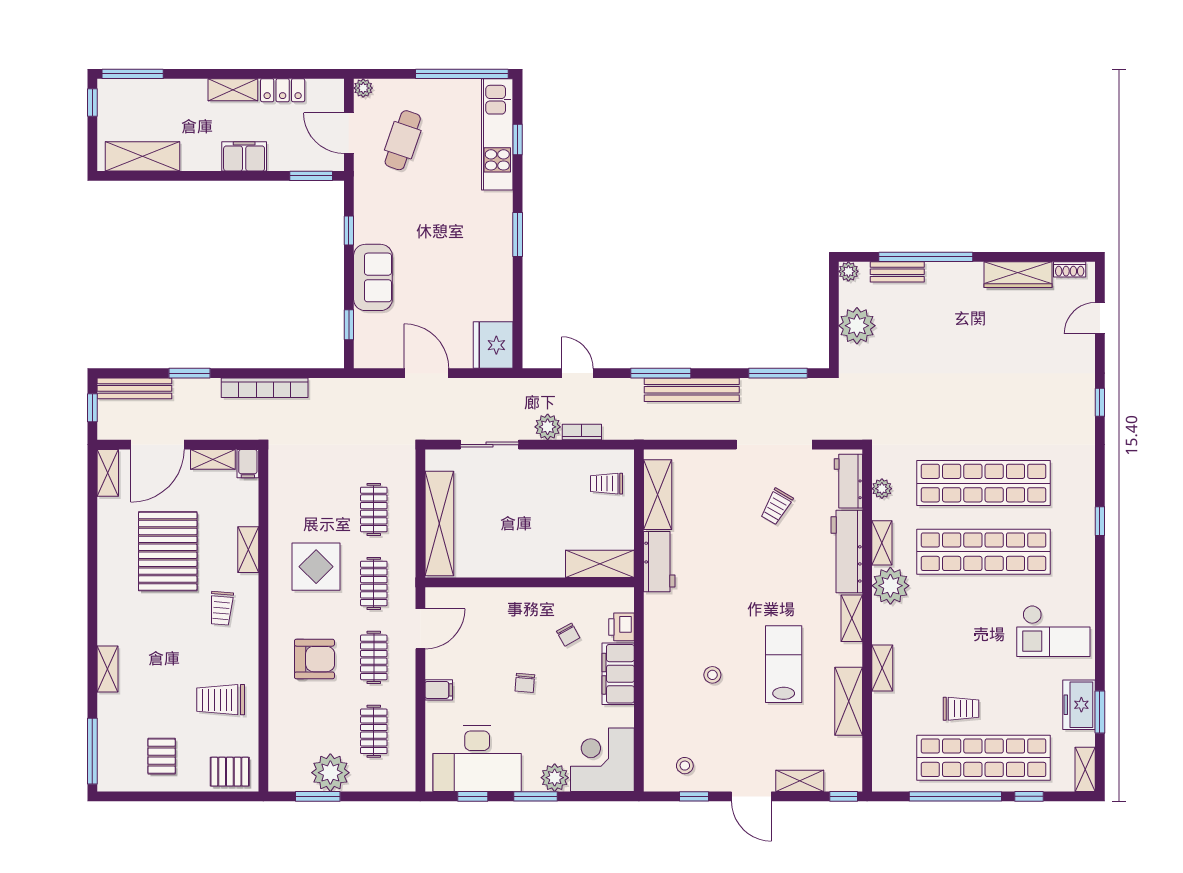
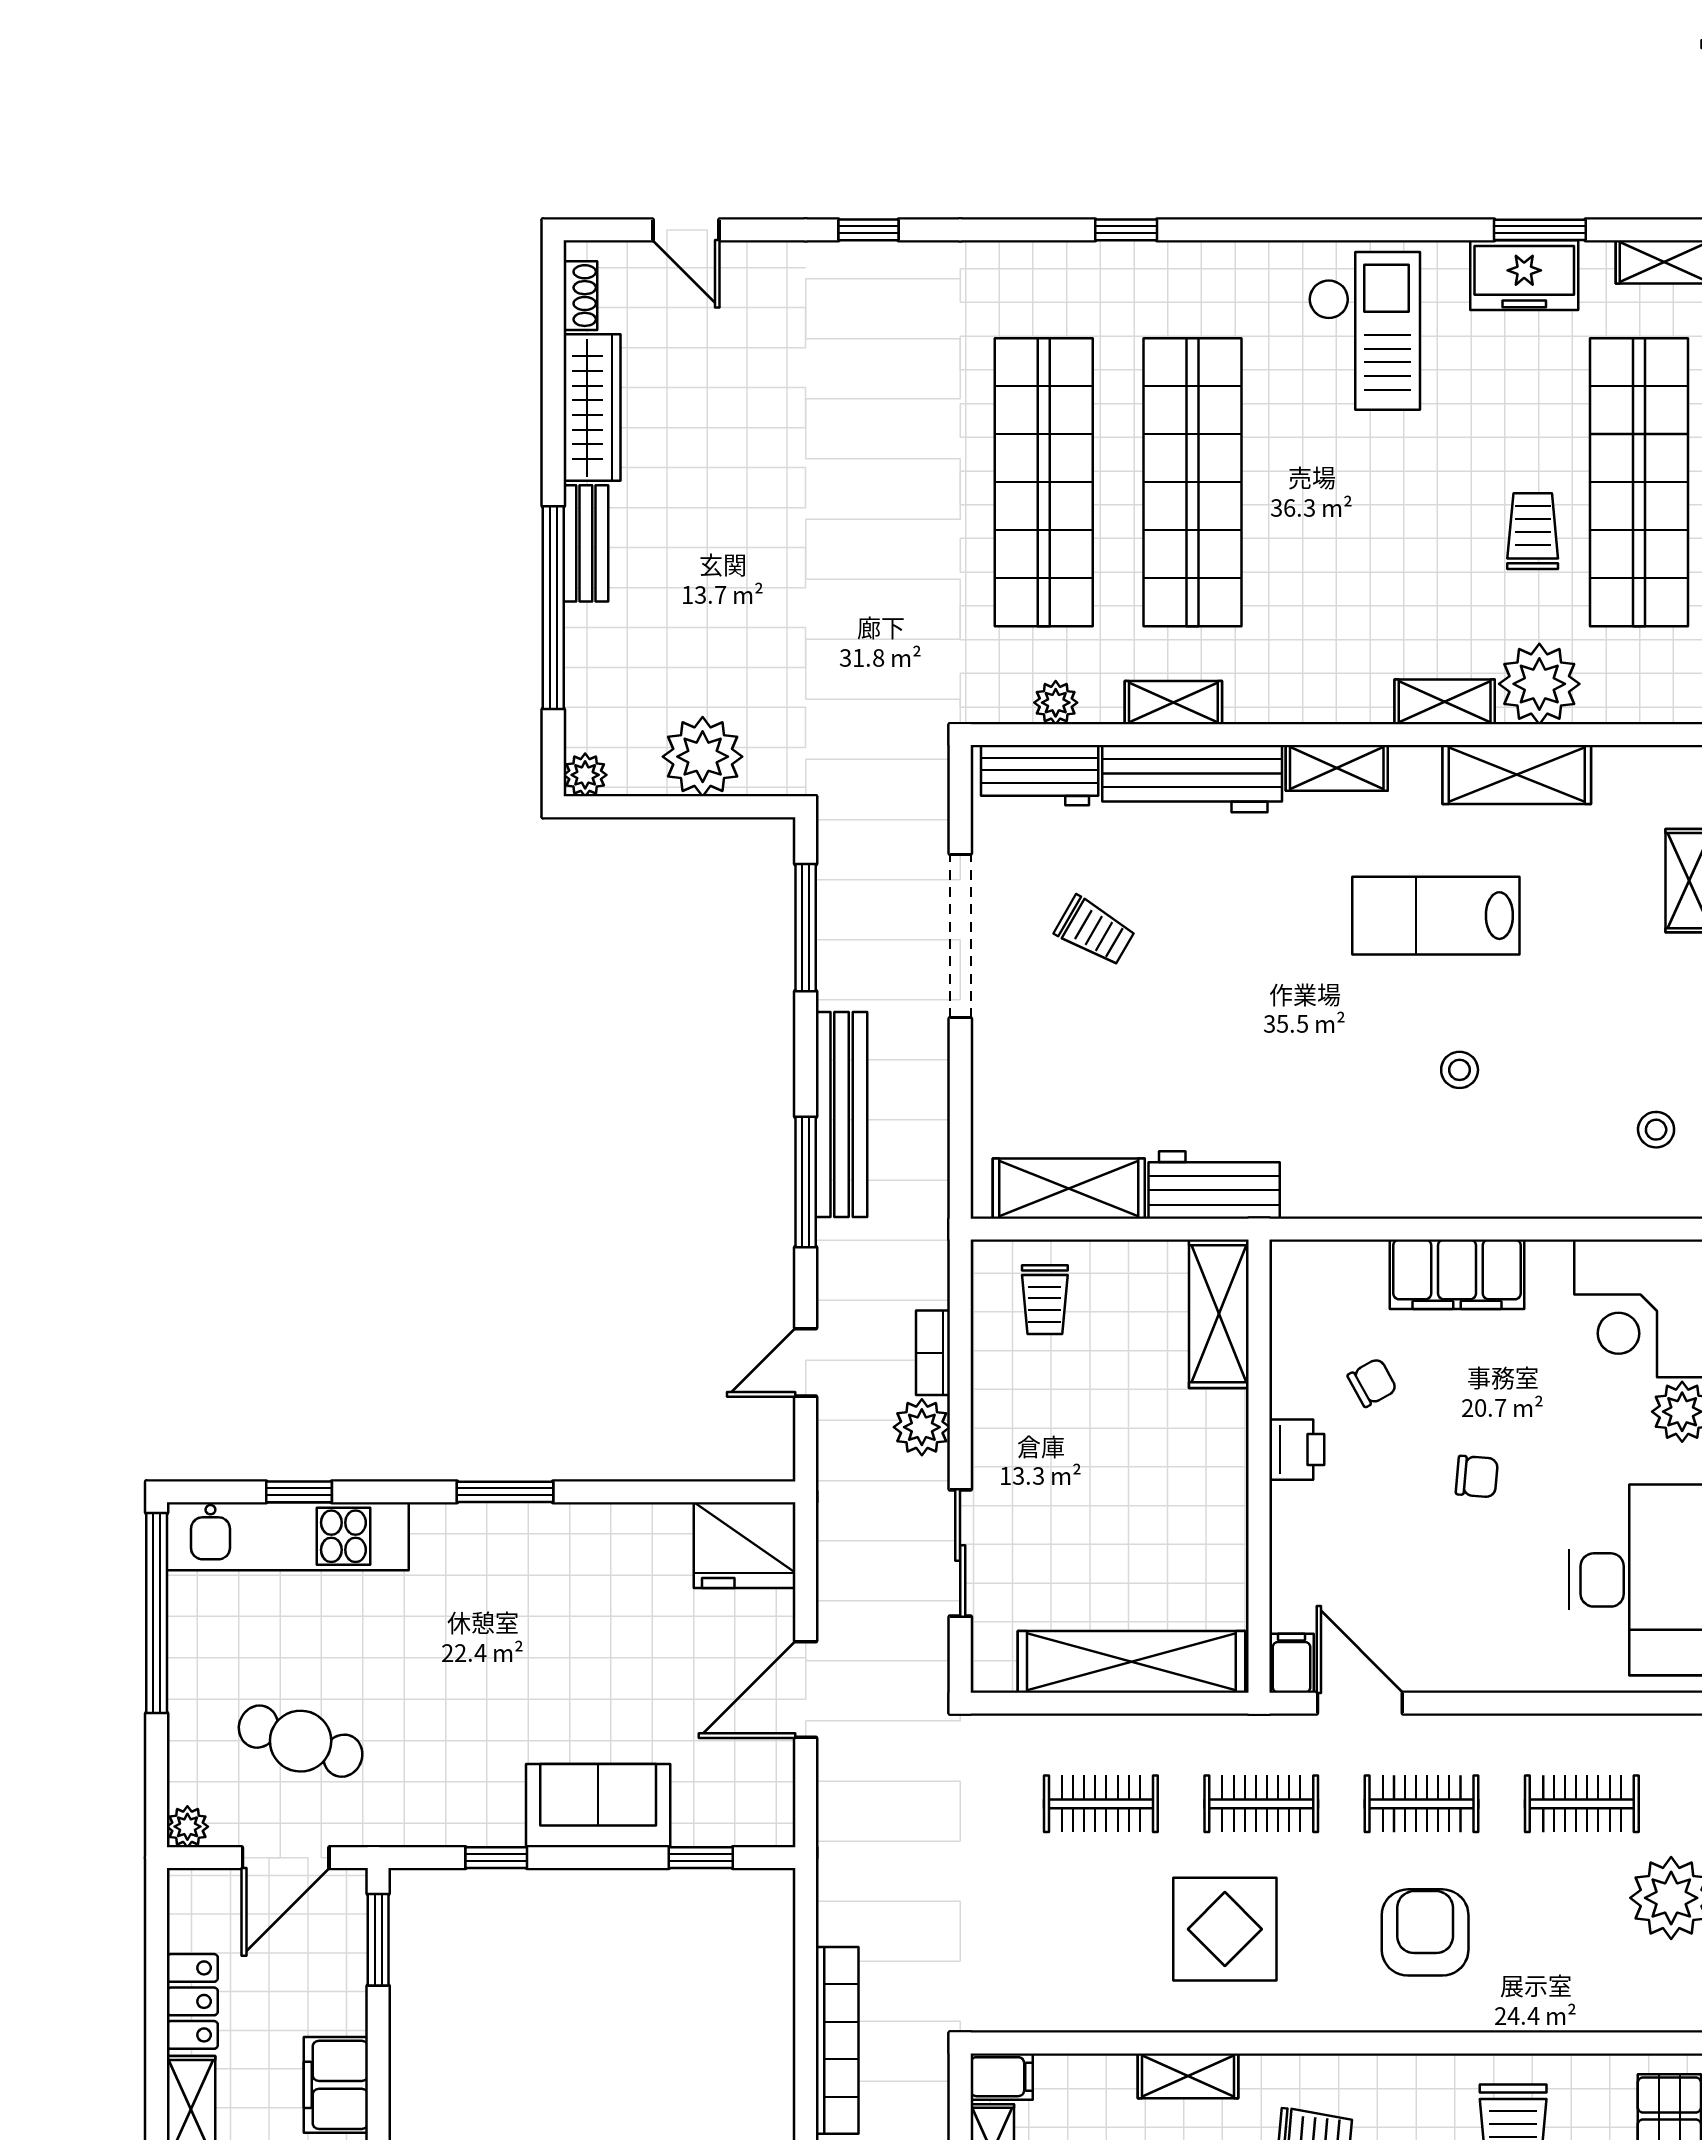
bench: (897, 272) -> (586, 543), moved
plant: (890, 586) -> (1539, 684), moved
printer: (621, 627) -> (1297, 1450), moved, turned -90
filing cabinet: (439, 690) -> (1291, 1663), moved

